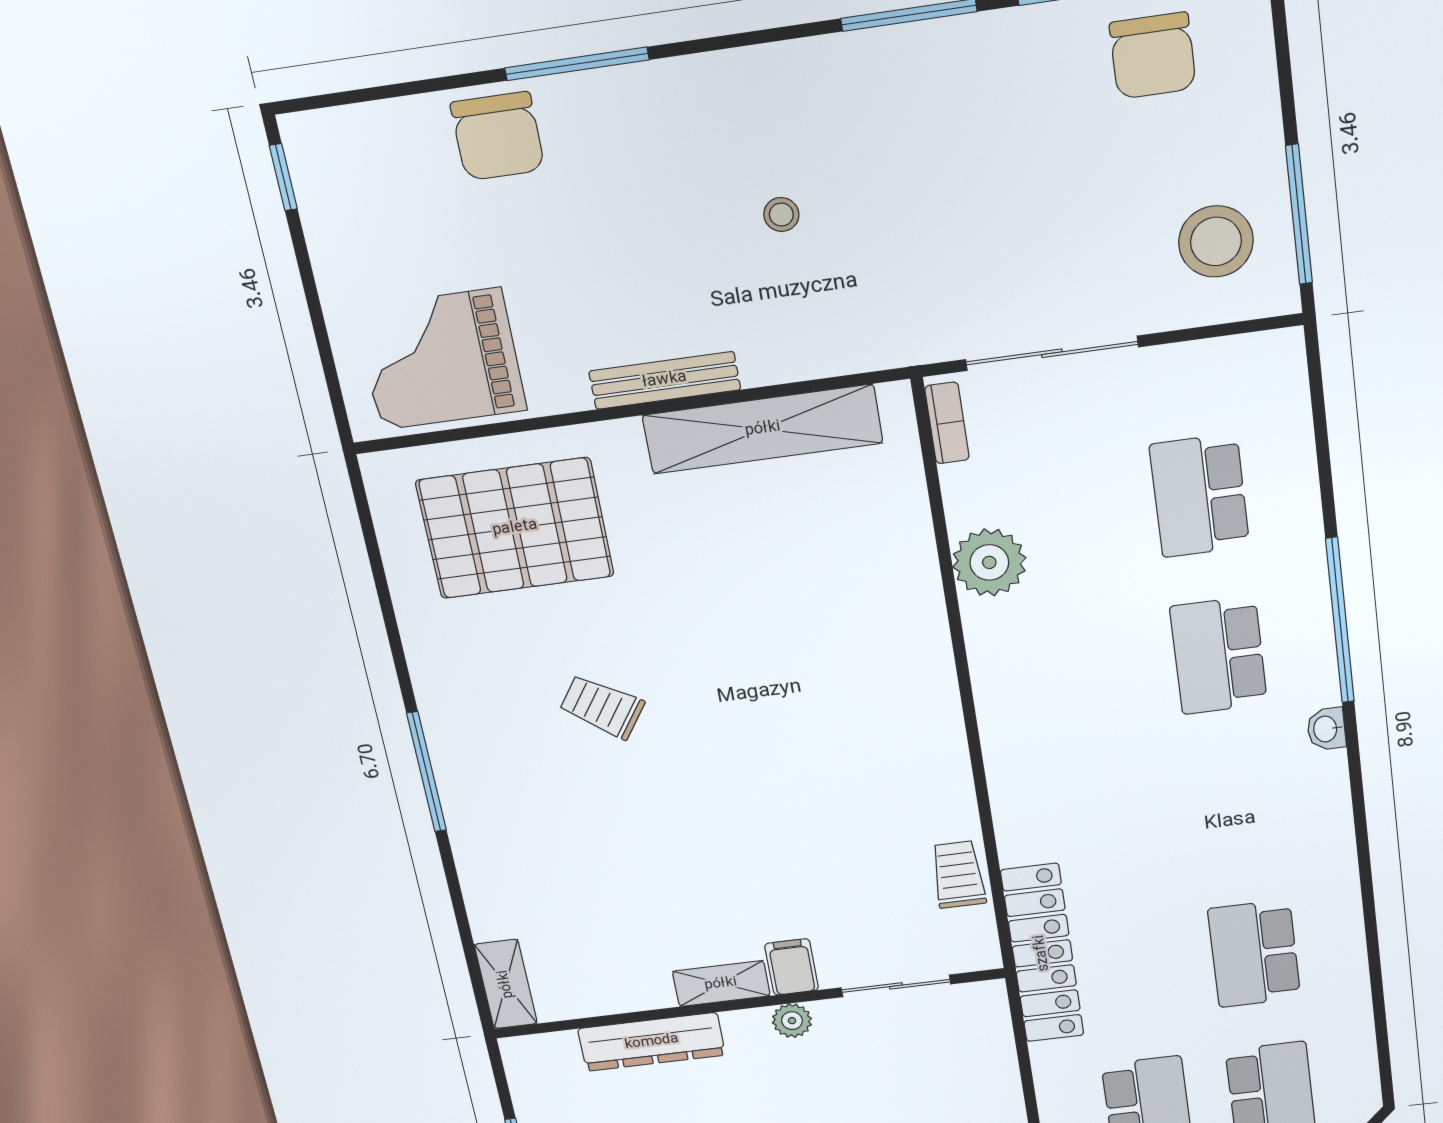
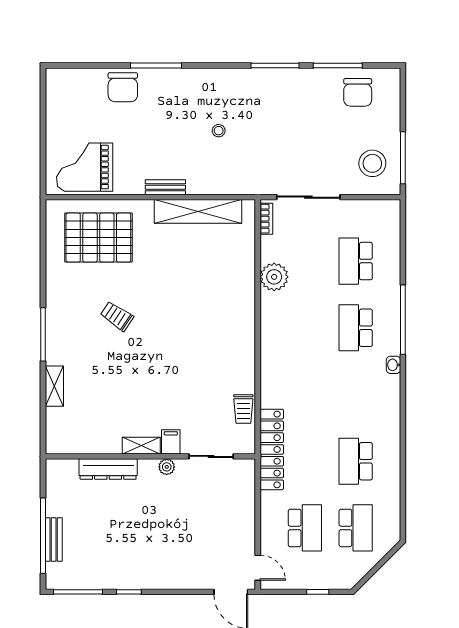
window: (283, 177) -> (43, 91), removed
bench: (665, 380) -> (165, 187), width x0.73
trolley: (958, 875) -> (243, 409), turned 180
shelving: (506, 984) -> (54, 386), moved

